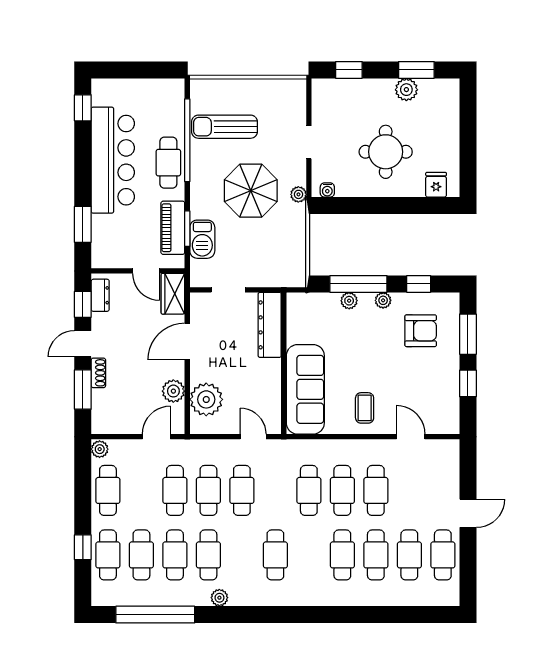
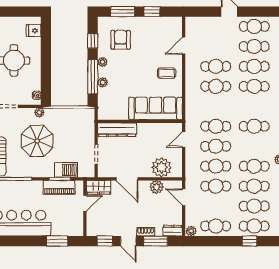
cafe table: (168, 163) -> (20, 190), removed
dresser: (100, 295) -> (173, 231), moved
cafe table: (309, 490) -> (216, 126), moved

